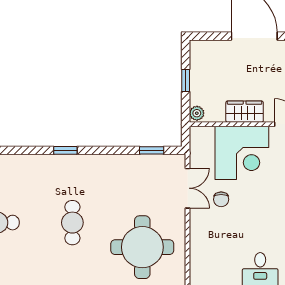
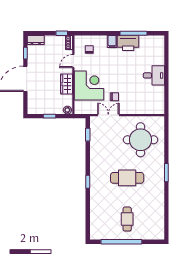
cafe table: (72, 223) -> (127, 178), width x1.37, depth x1.35

